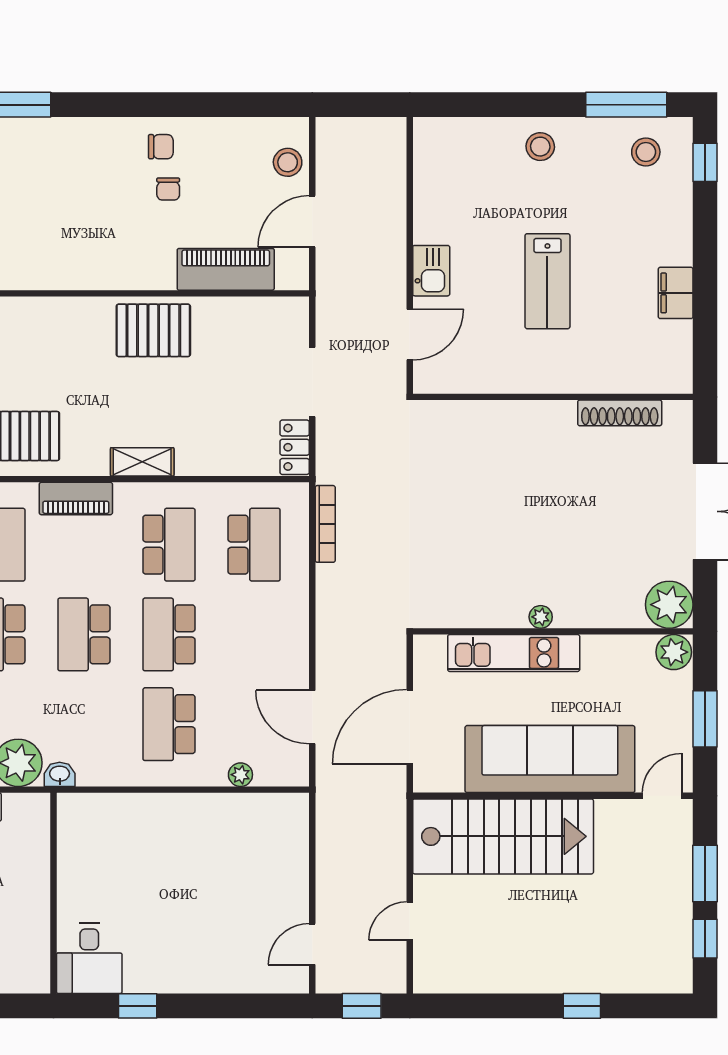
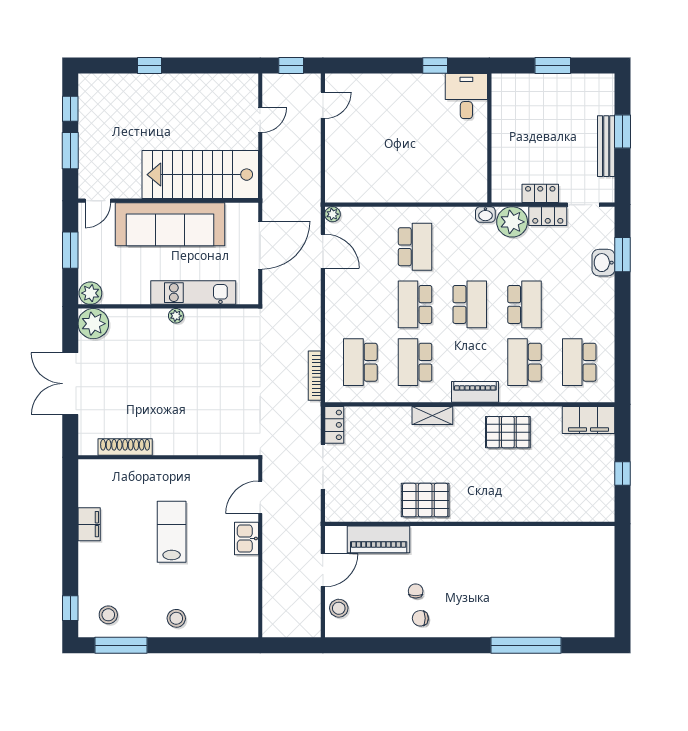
school desk: (169, 634) -> (415, 304), turned 180
plant: (240, 775) -> (333, 214), moved

